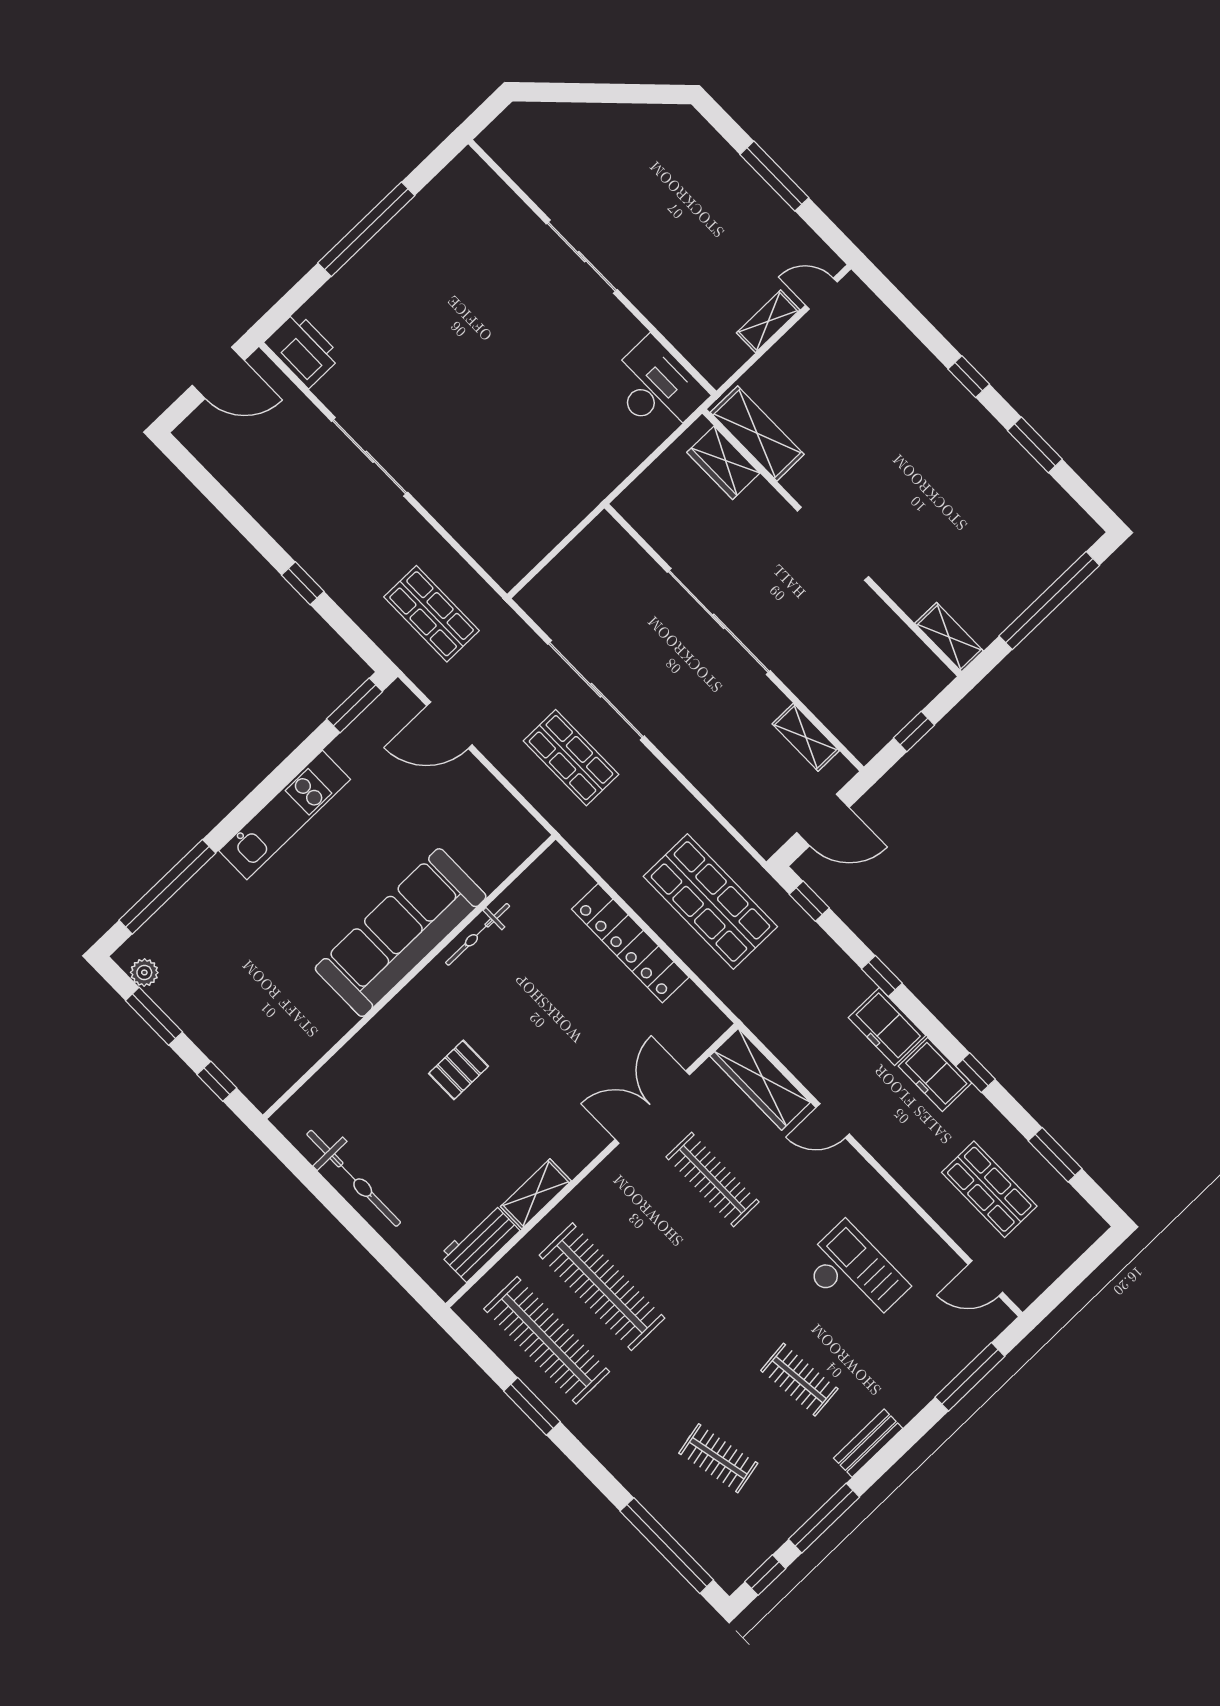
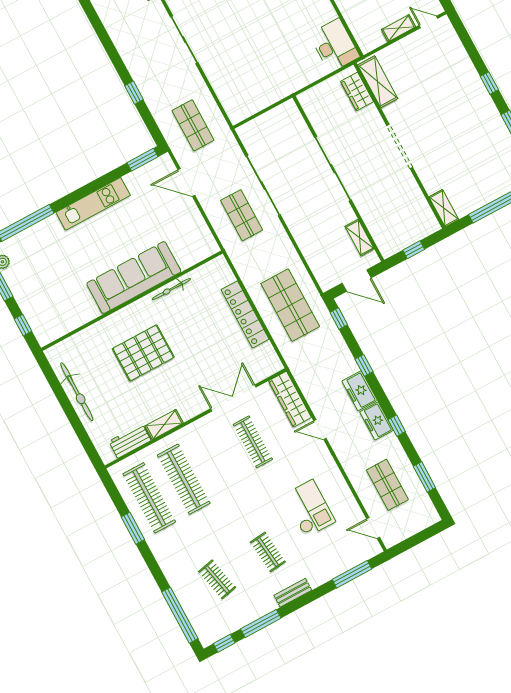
pallet: (459, 1070) -> (143, 353), width x2.05, depth x2.00

